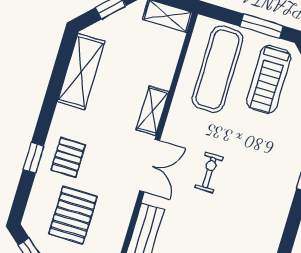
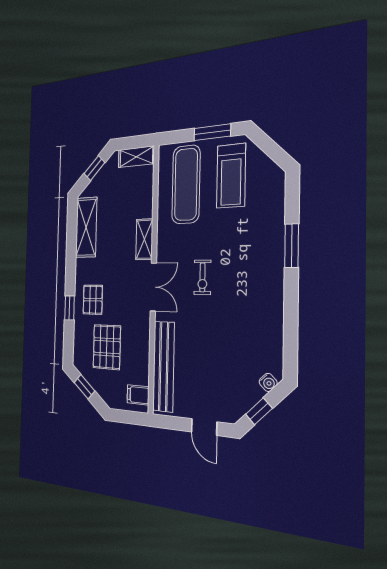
exercise bike: (209, 172) -> (202, 277), turned 180

